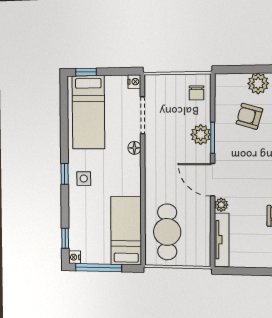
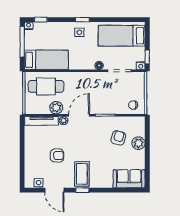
window: (86, 72) -> (147, 57), moved
plant: (201, 135) -> (56, 108), moved

